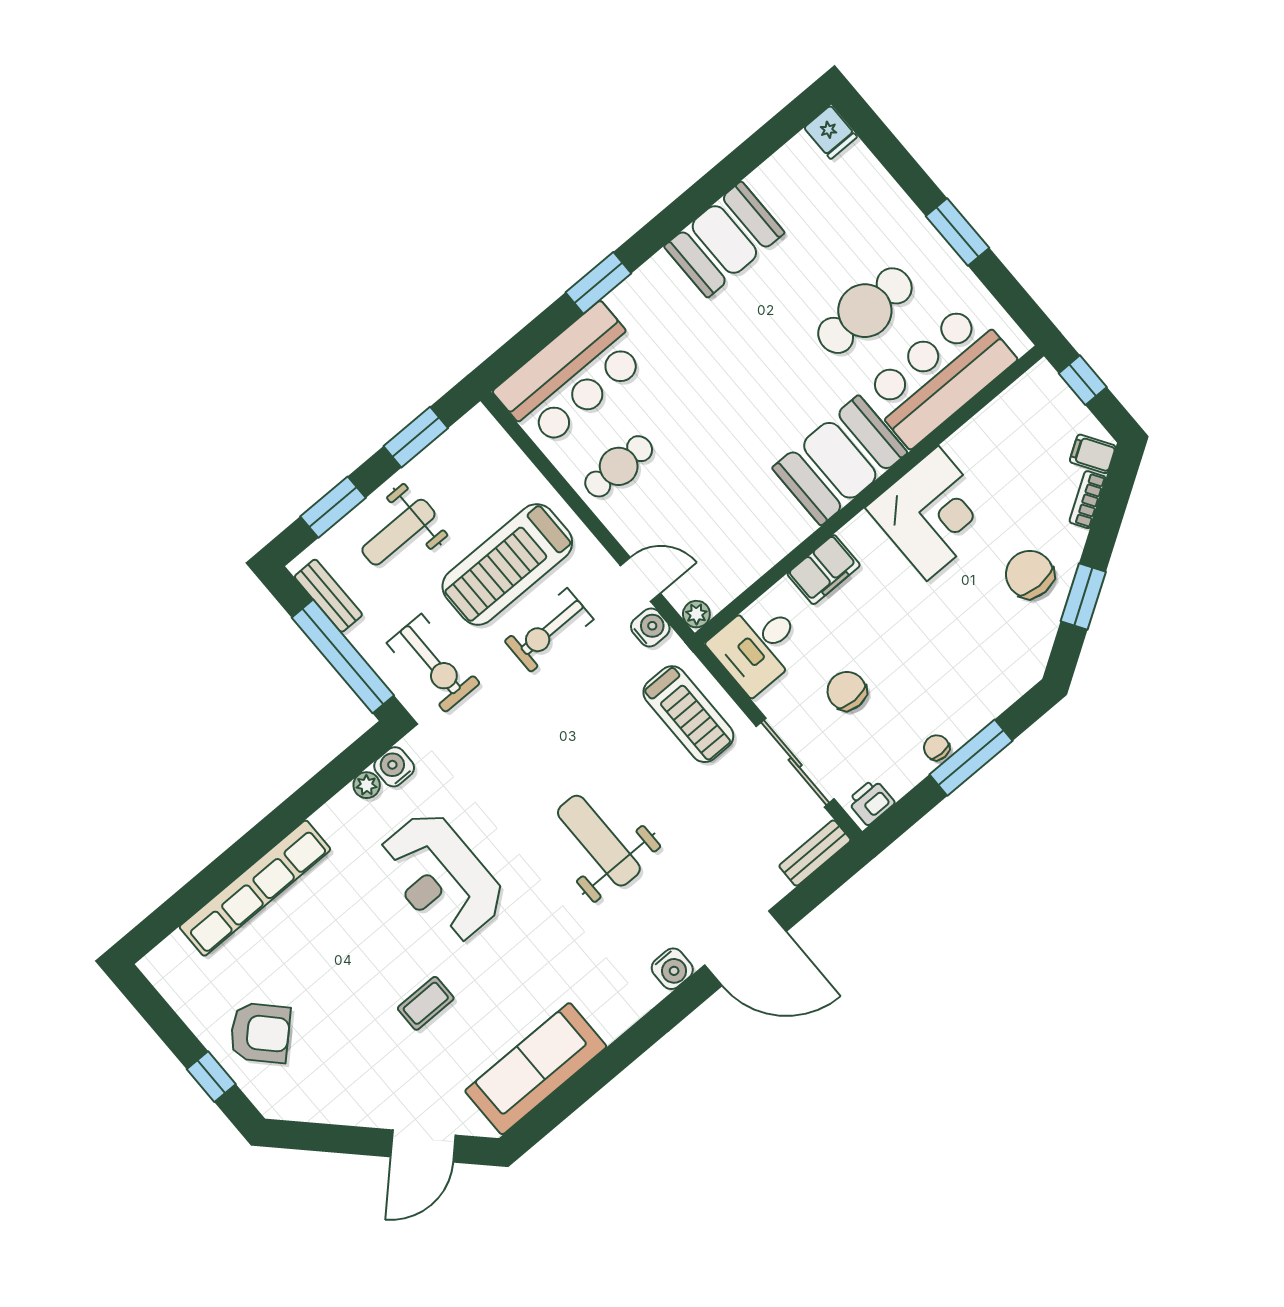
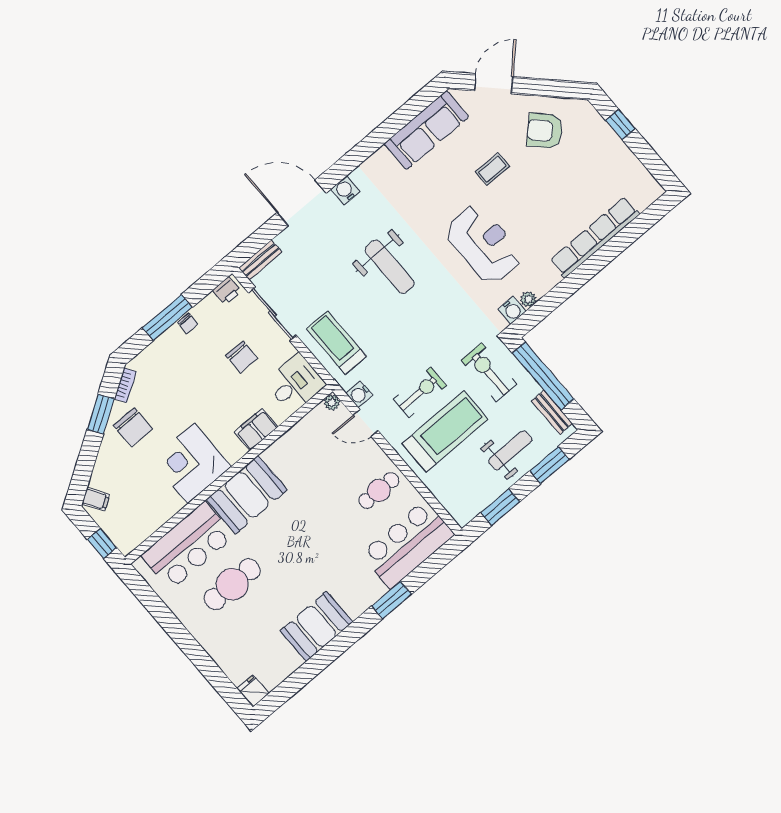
window: (957, 232) -> (177, 632), removed
bookcase: (1088, 500) -> (125, 385), moved
armchair: (260, 1033) -> (545, 131), moved

